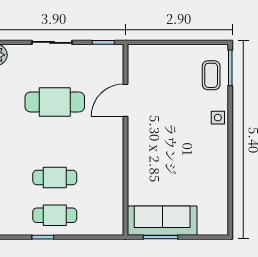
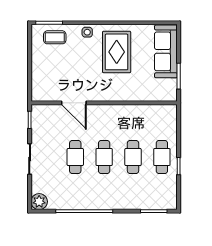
cafe table: (55, 102) -> (75, 157), width x0.73, depth x0.74
cafe table: (55, 140) -> (104, 157), added
rug: (192, 156) -> (117, 52), added
sofa: (162, 221) -> (166, 51), moved

